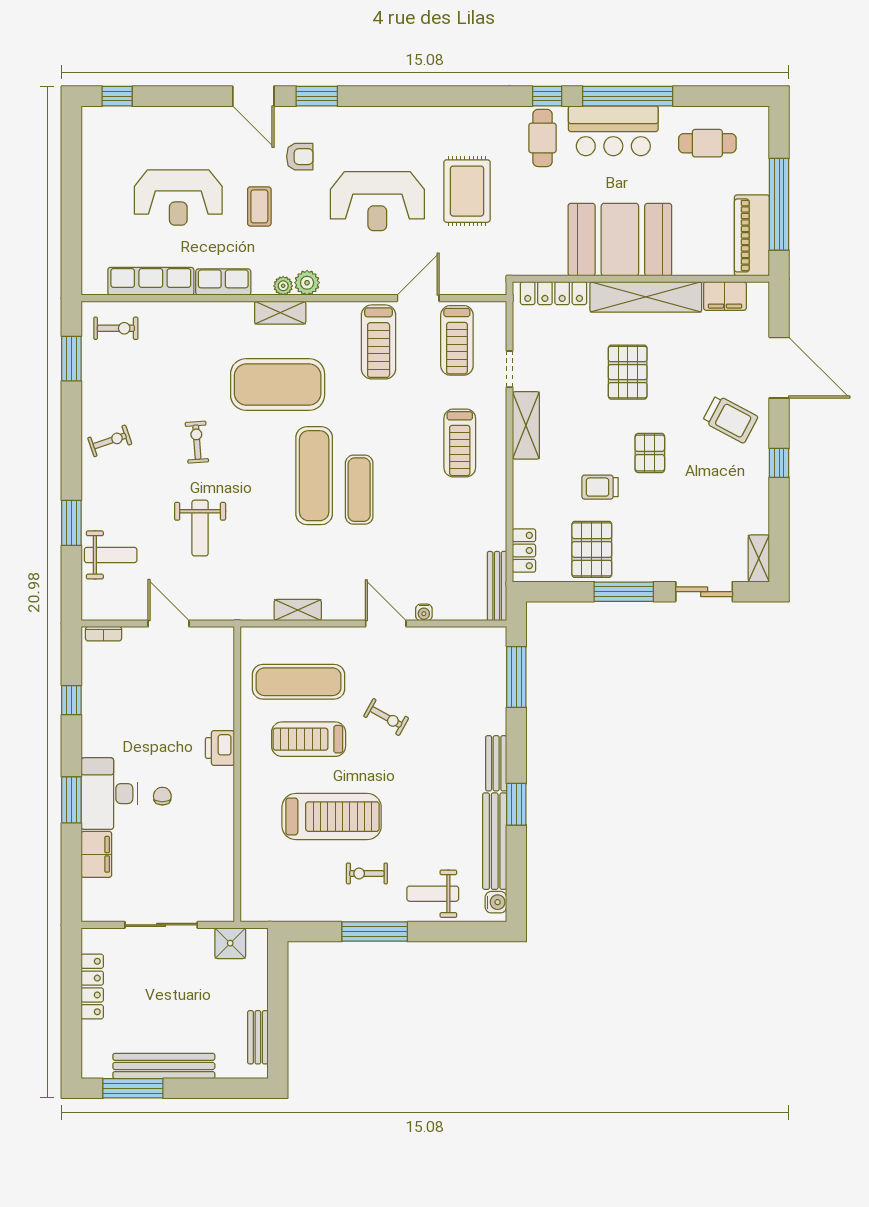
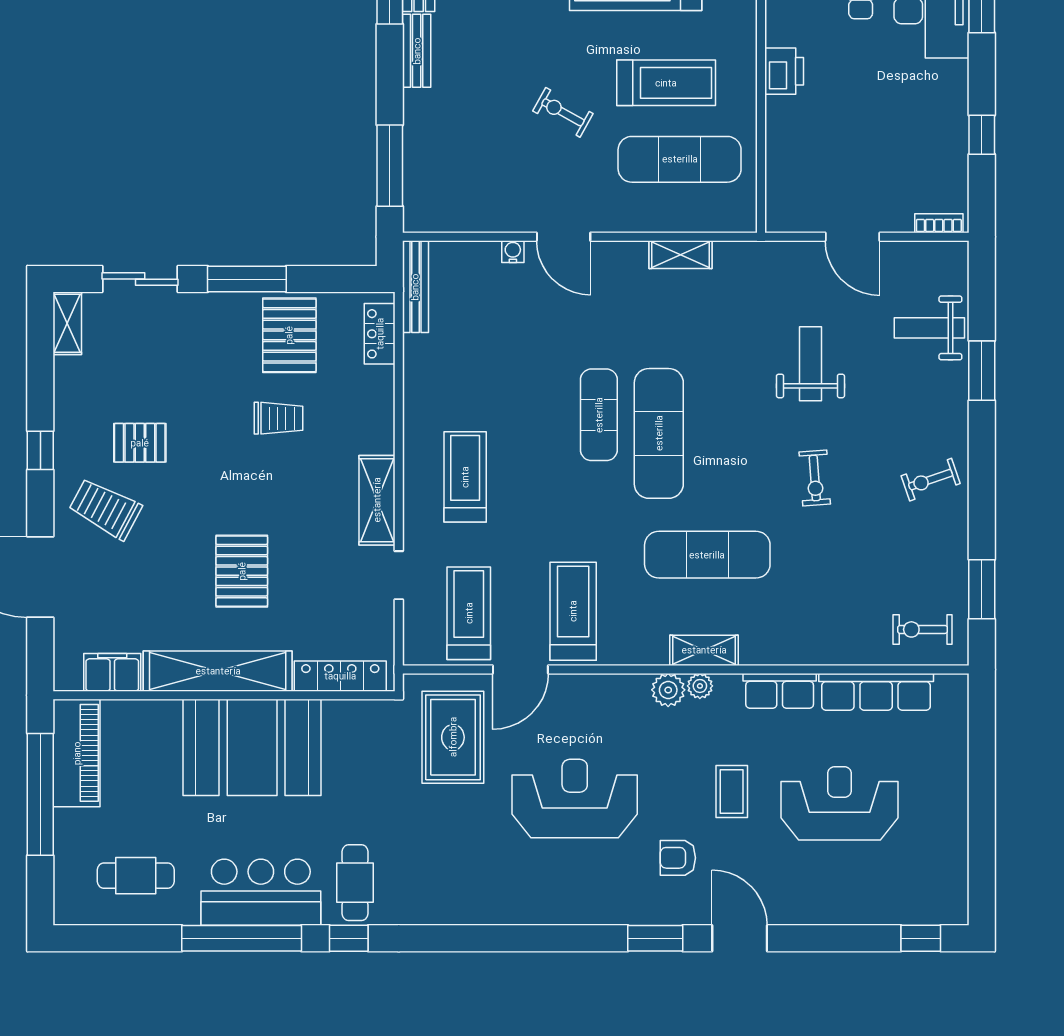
rug: (467, 191) -> (453, 737), moved
exercise mat: (278, 384) -> (707, 555), width x0.68
pallet: (650, 453) -> (140, 443), moved, turned 90

